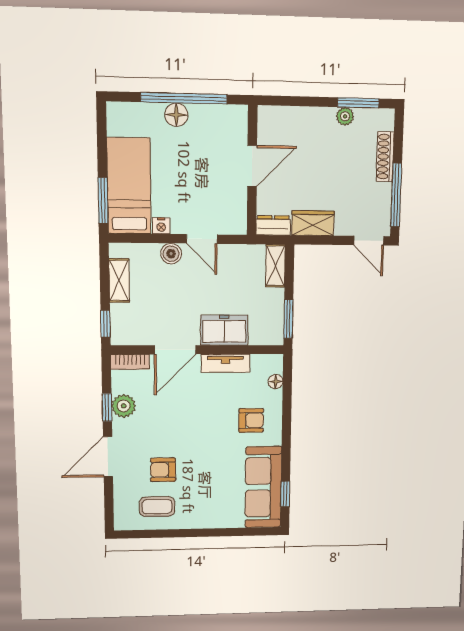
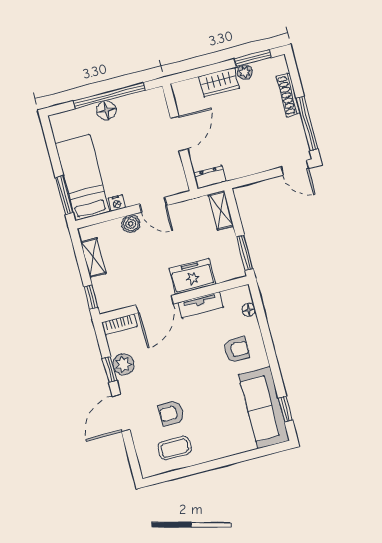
wardrobe: (313, 223) -> (219, 82), moved, turned 180

